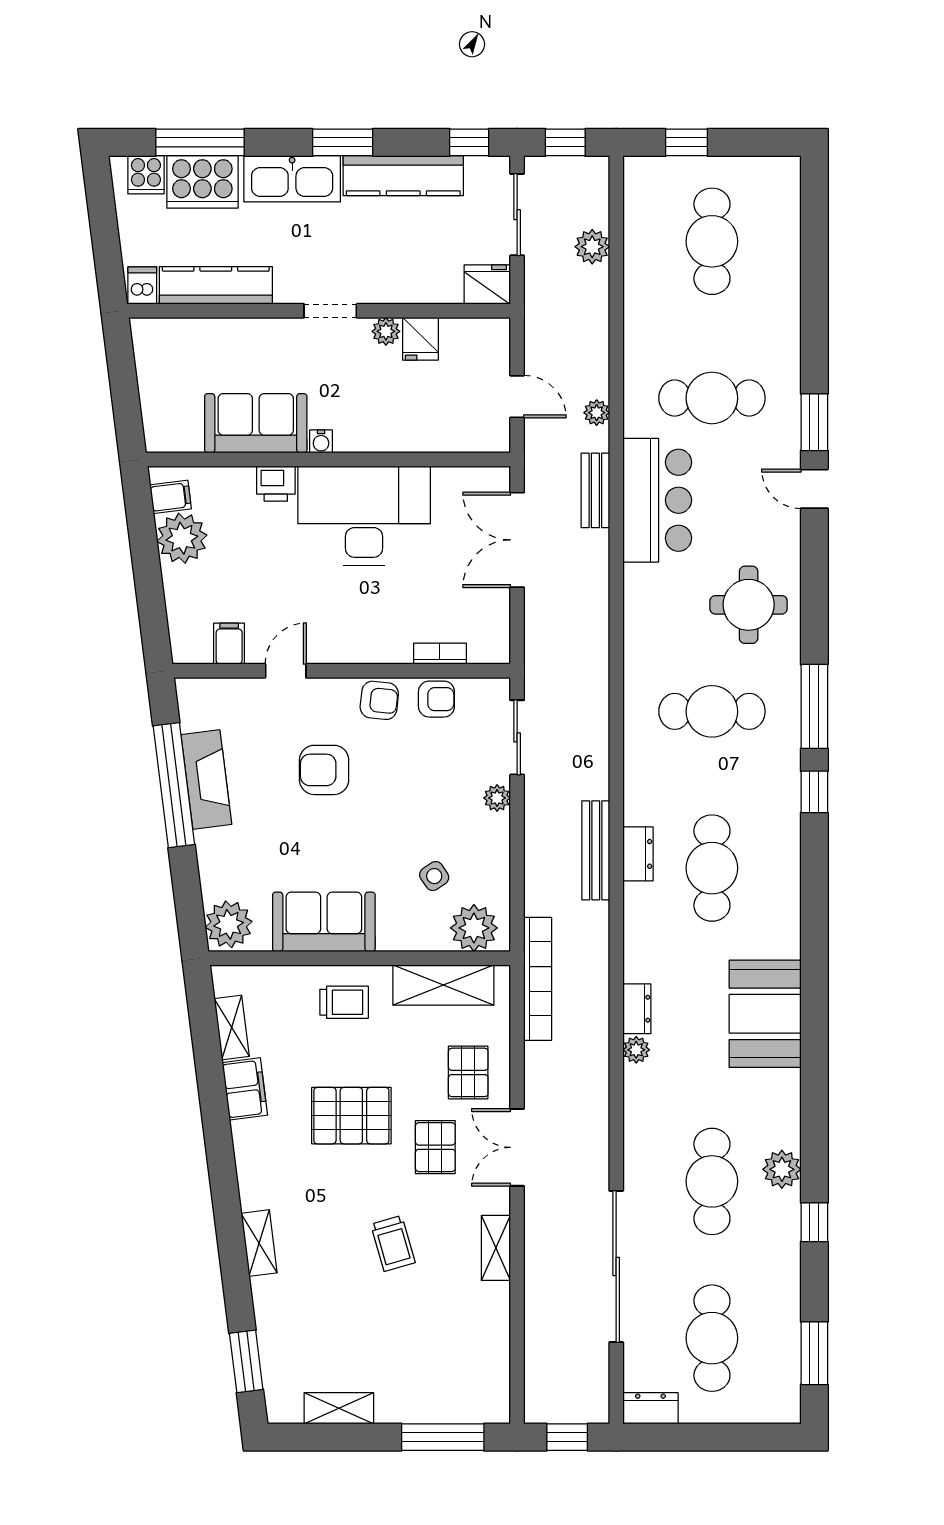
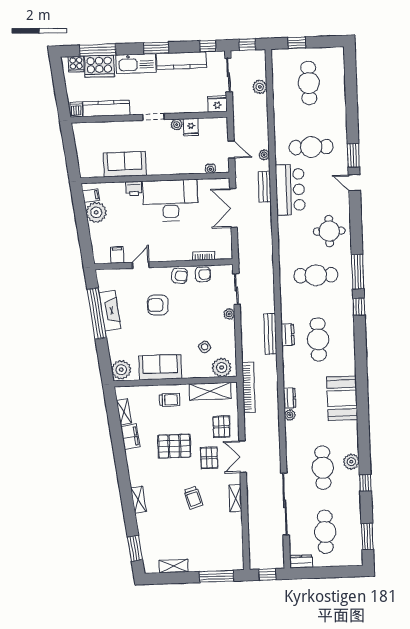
water cooler: (321, 441) -> (210, 168), moved

